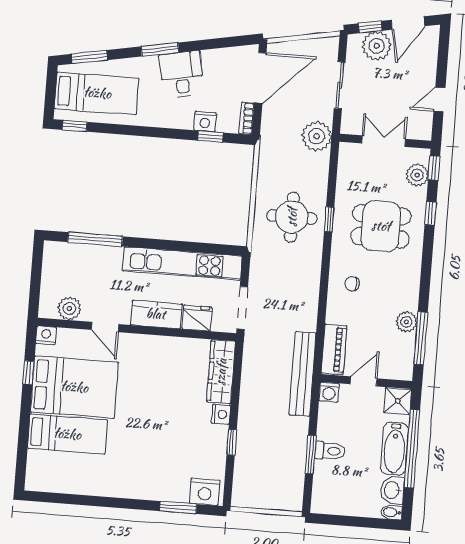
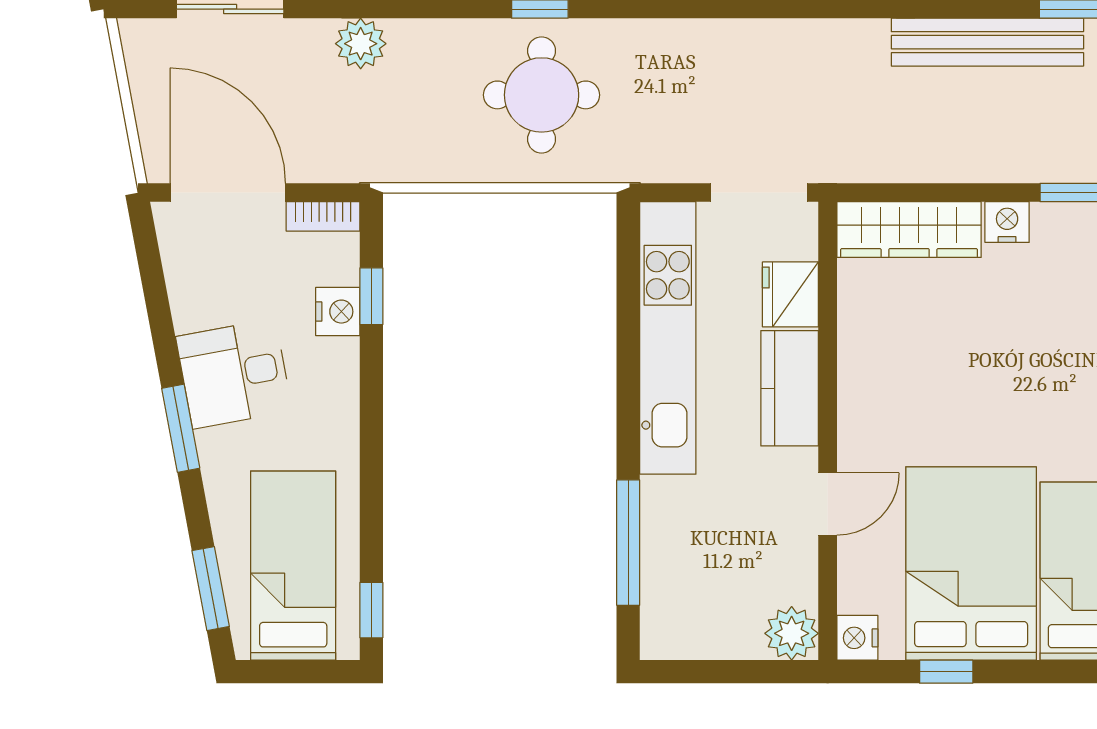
plant: (317, 136) -> (361, 44), width x0.73, depth x0.73
plant: (69, 308) -> (792, 633), moved
bench: (303, 374) -> (987, 42), moved

